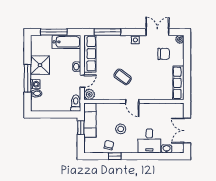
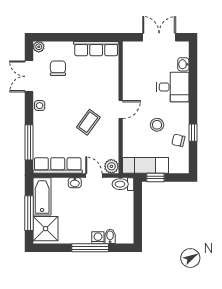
shower: (40, 65) -> (46, 229), moved
double door: (187, 131) -> (159, 37), swing flipped

